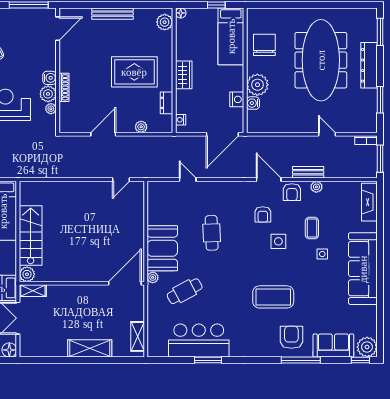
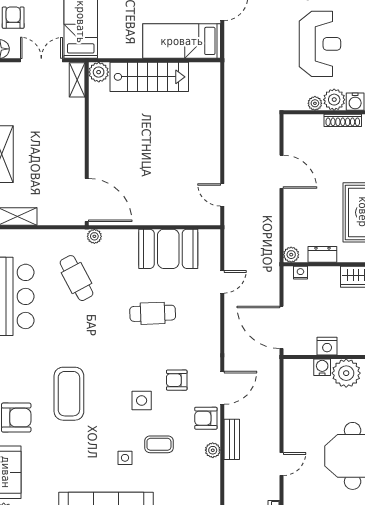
plant: (141, 127) -> (291, 255), moved
booth: (162, 248) -> (168, 249), moved

